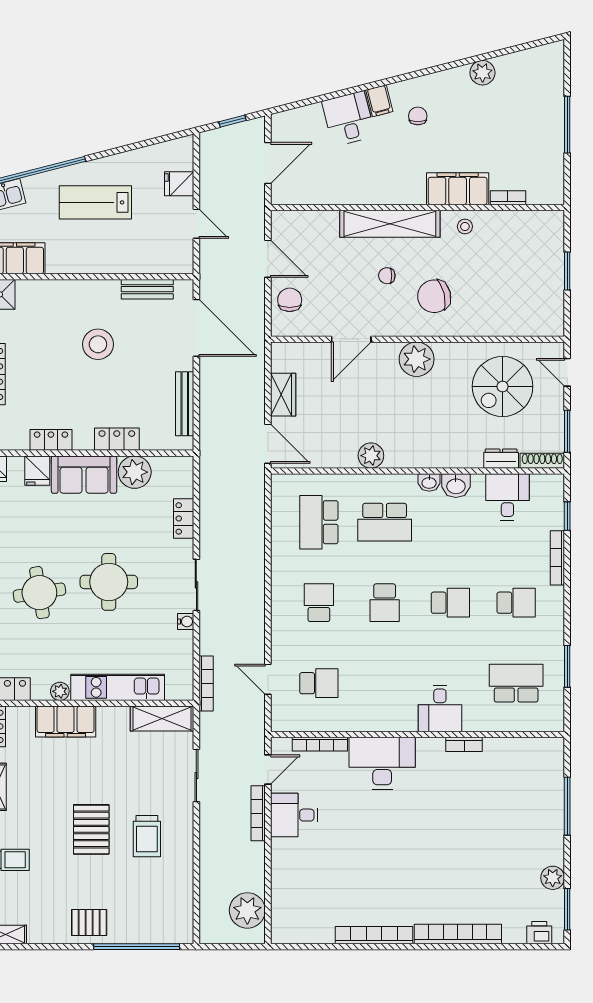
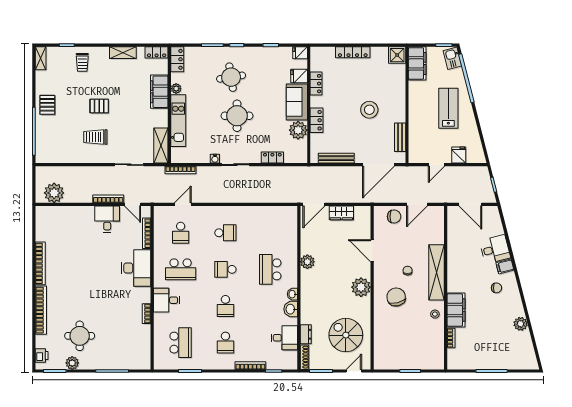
school desk: (319, 522) -> (181, 269), moved, turned 180
pallet: (91, 829) -> (99, 106), width x0.67, depth x0.71
round table: (504, 865) -> (80, 336), added

